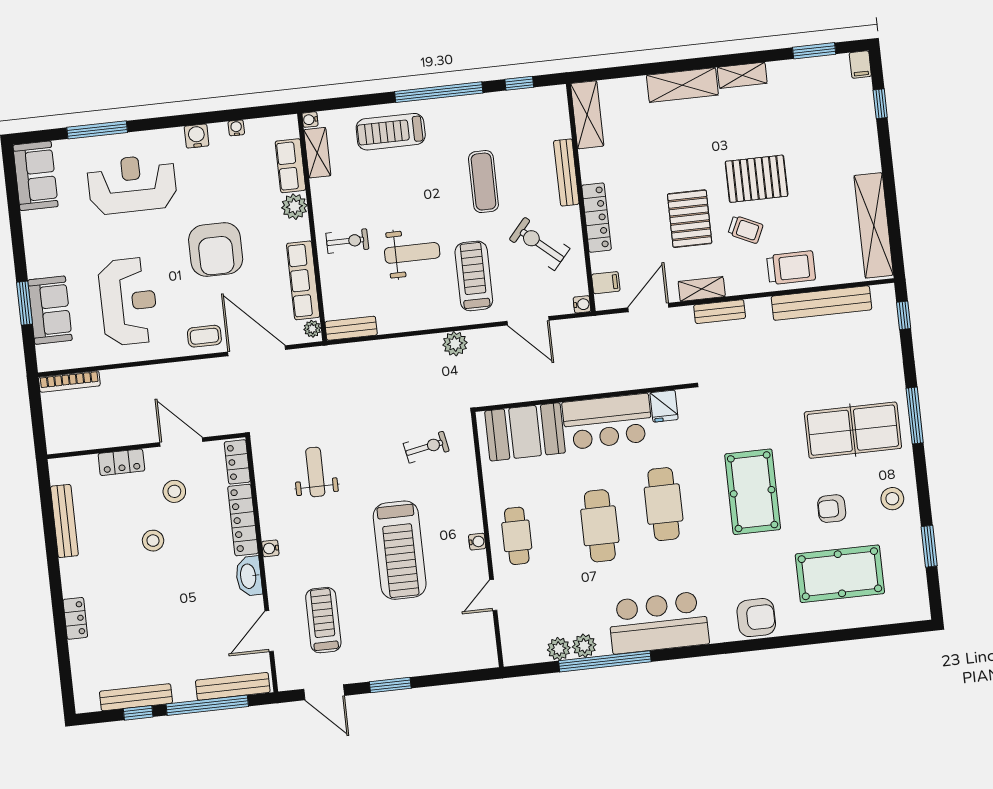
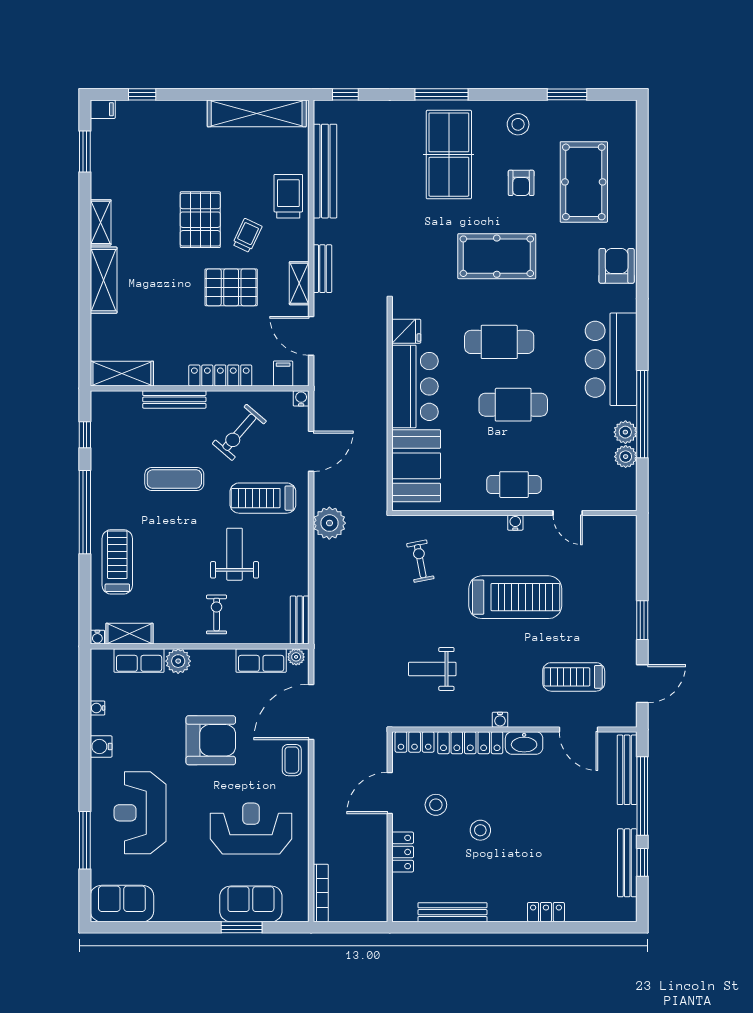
treadmill: (391, 132) -> (117, 562), turned 180
row of seats: (303, 280) -> (261, 660), width x0.68
plant: (455, 344) -> (329, 523), width x1.36, depth x1.36

